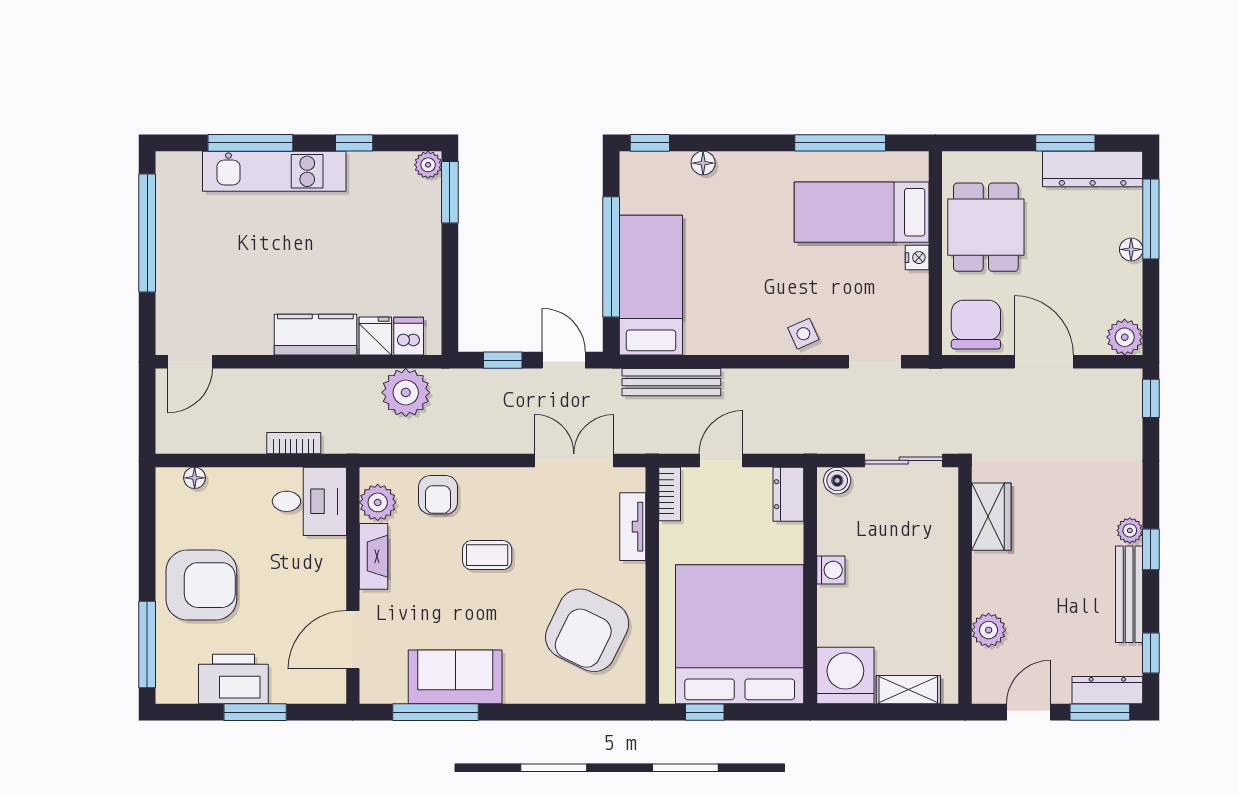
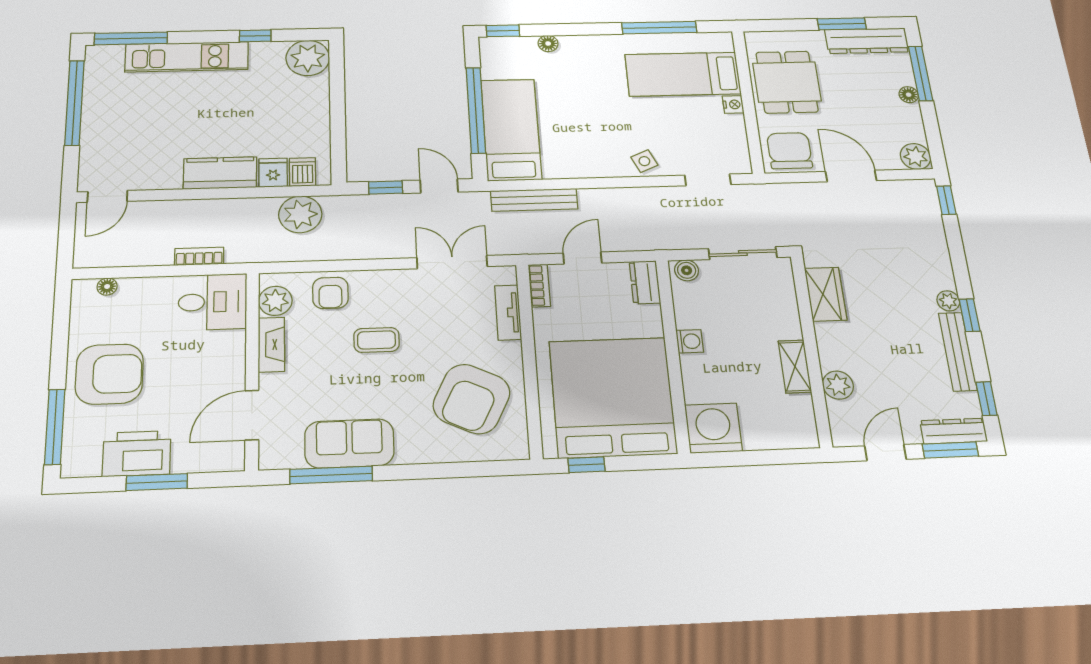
window: (250, 143) -> (131, 38), moved
plant: (428, 165) -> (308, 58), width x1.88, depth x1.88
window: (450, 192) -> (337, 68), removed
shelving: (908, 690) -> (795, 366), moved, turned 90

